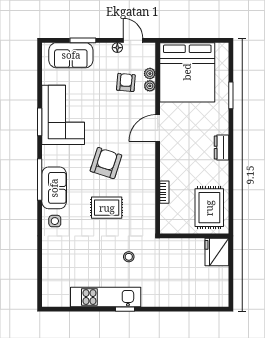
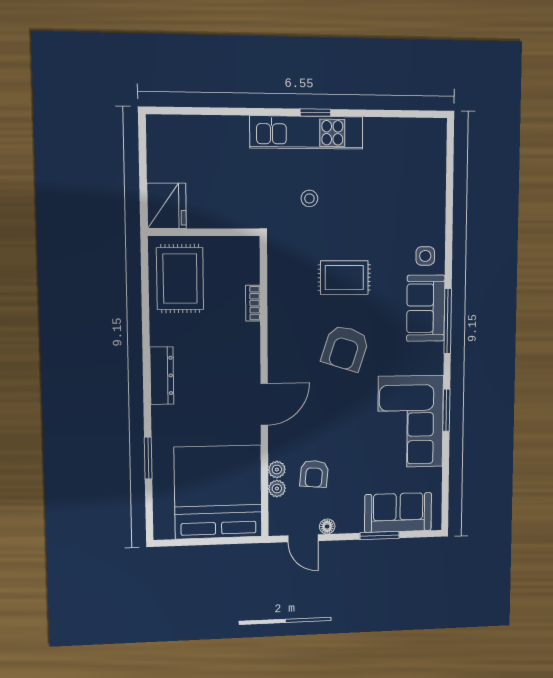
dresser: (221, 147) -> (162, 376), width x1.44
kitchen unit: (106, 297) -> (306, 132), moved

